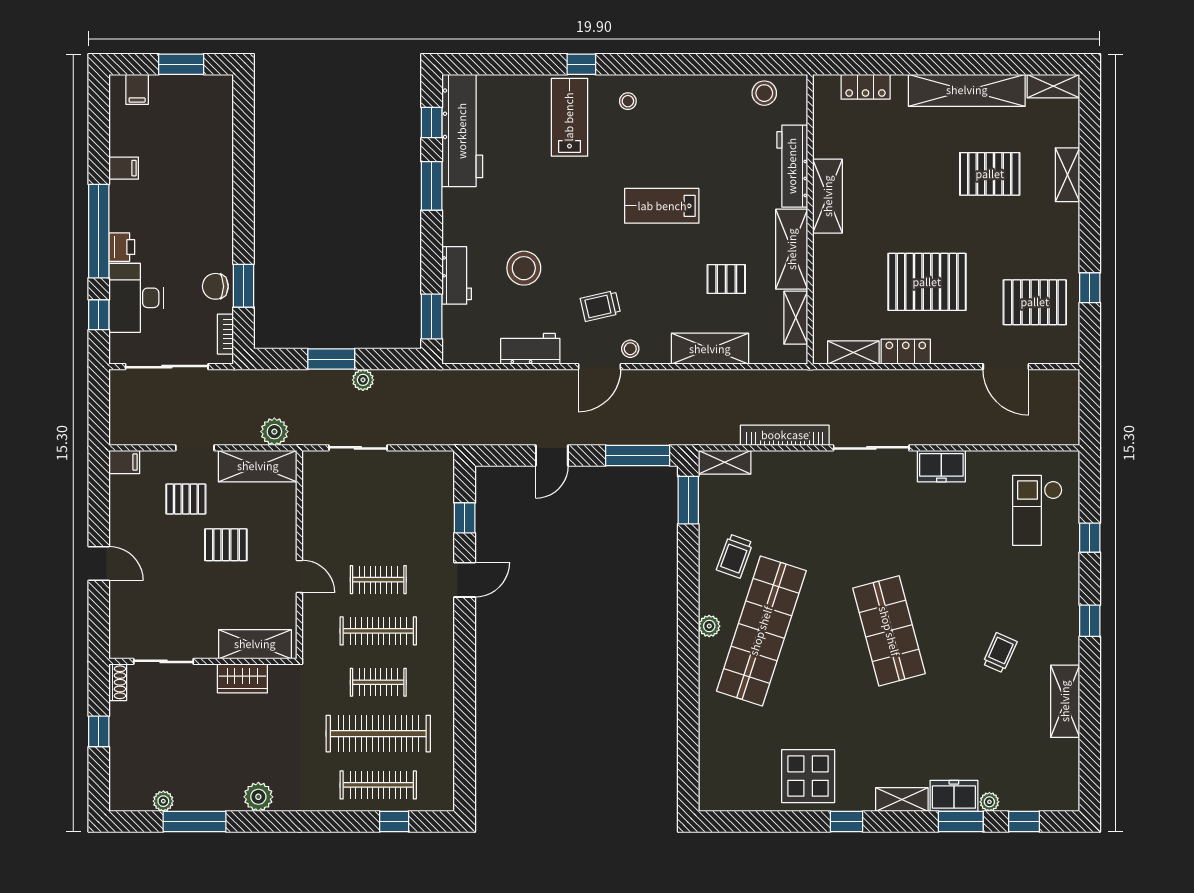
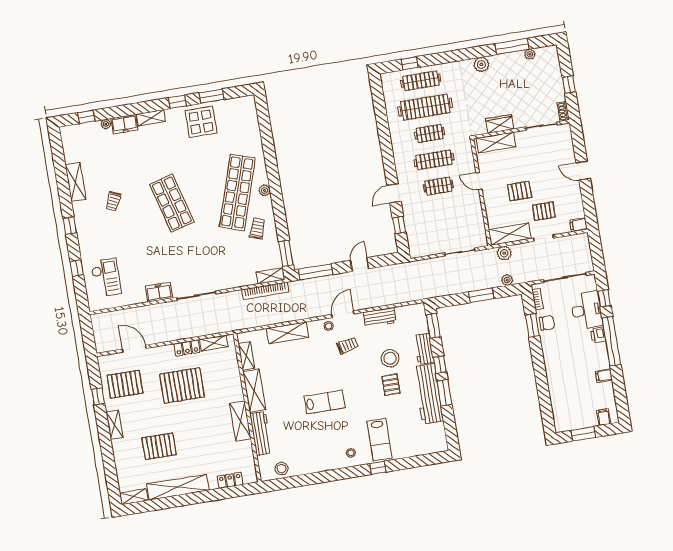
window: (432, 123) -> (440, 365), moved
workbench: (462, 131) -> (428, 394), moved
shelving: (1067, 175) -> (114, 425), moved
pallet: (726, 279) -> (391, 385), moved, turned 90
plant: (363, 380) -> (507, 280), moved
bookcase: (785, 435) -> (265, 291), moved
window: (961, 821) -> (212, 96), moved

